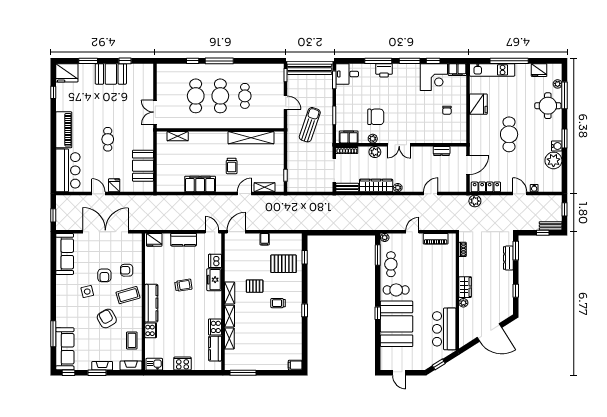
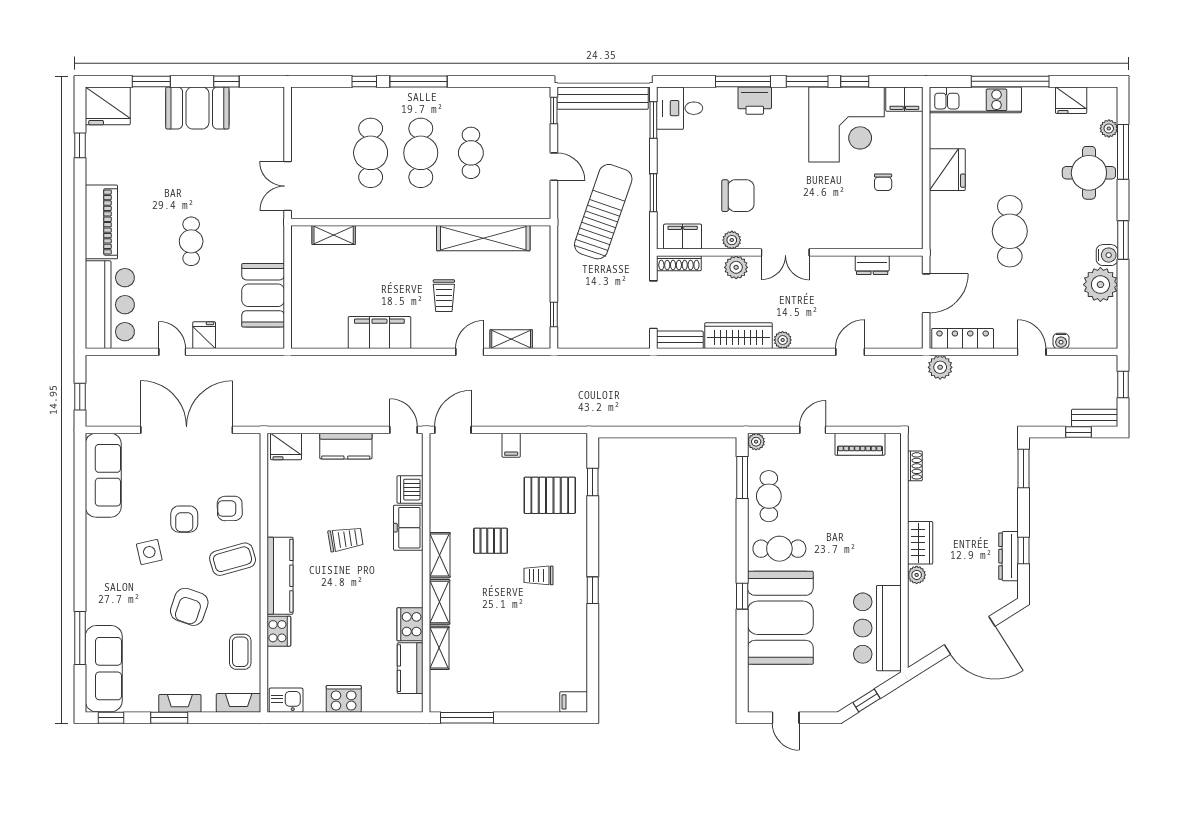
corner desk: (434, 77) -> (847, 124), width x1.36, depth x1.36
sun lounger: (310, 125) -> (603, 212), width x1.36, depth x1.34
dresser: (508, 258) -> (1008, 556), moved
armchair: (107, 318) -> (189, 607), turned -132

